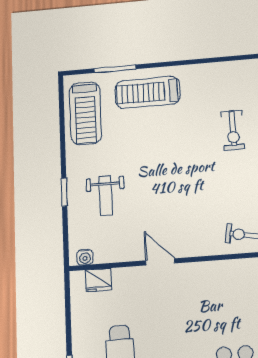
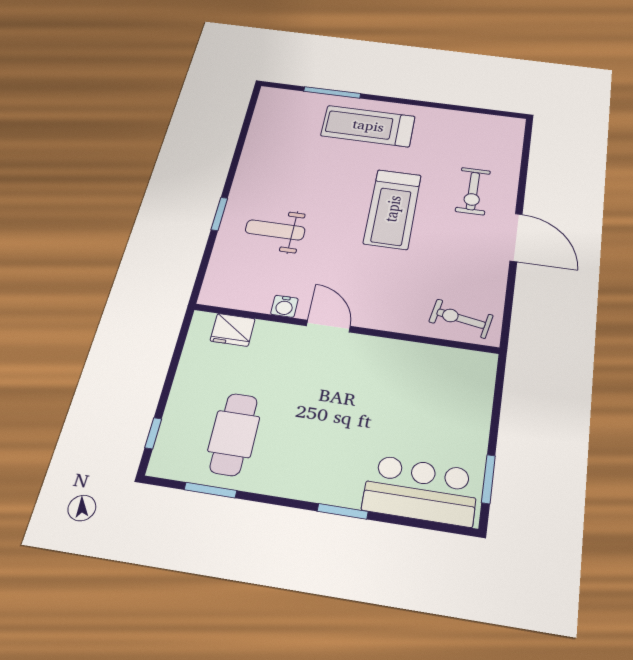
treadmill: (85, 113) -> (393, 209), moved
weight bench: (106, 196) -> (275, 230), turned 90
water cooler: (85, 257) -> (284, 306), moved

